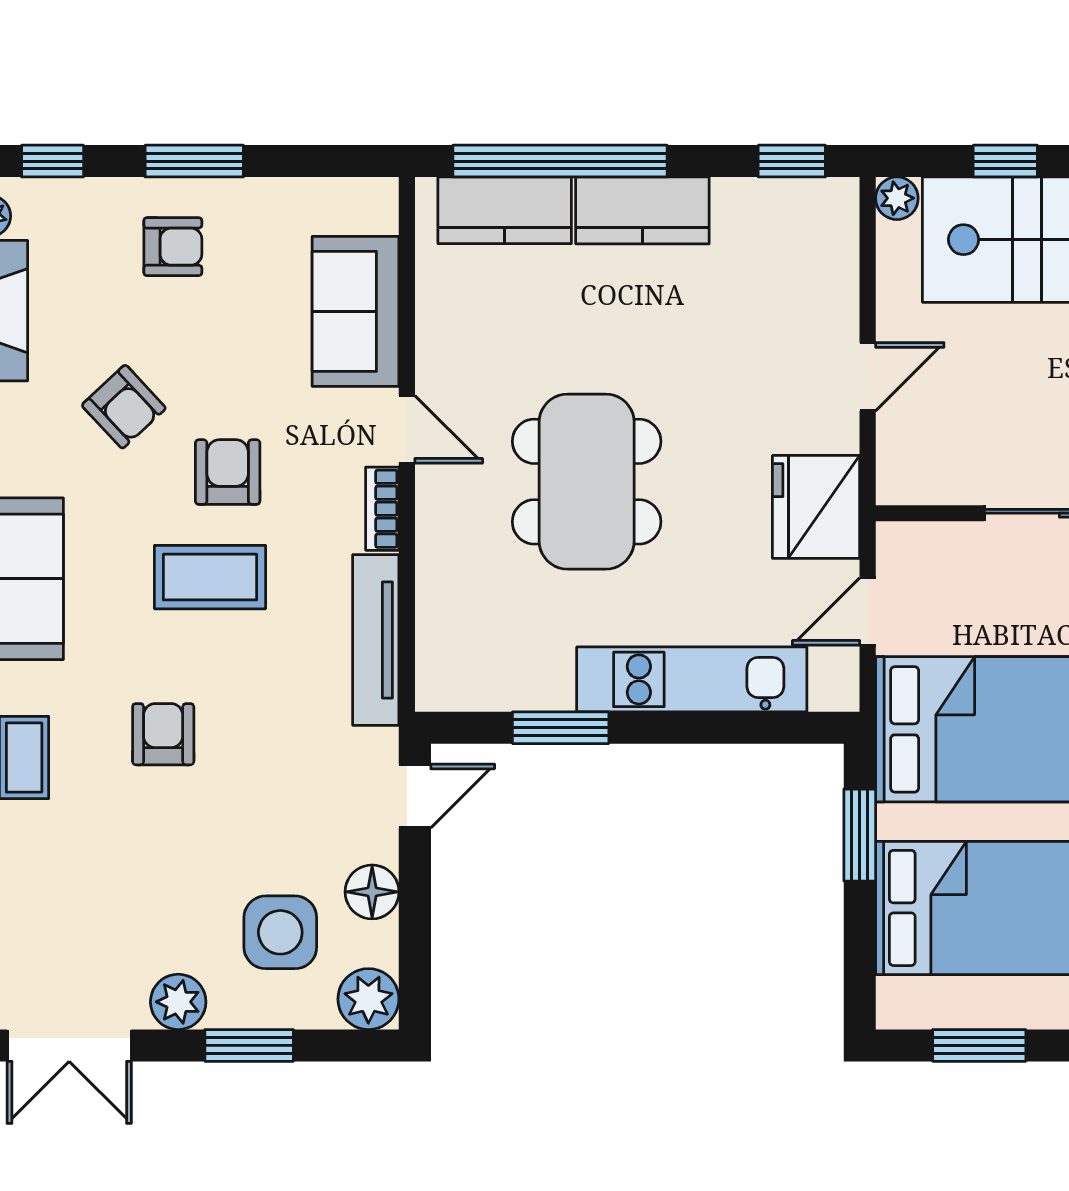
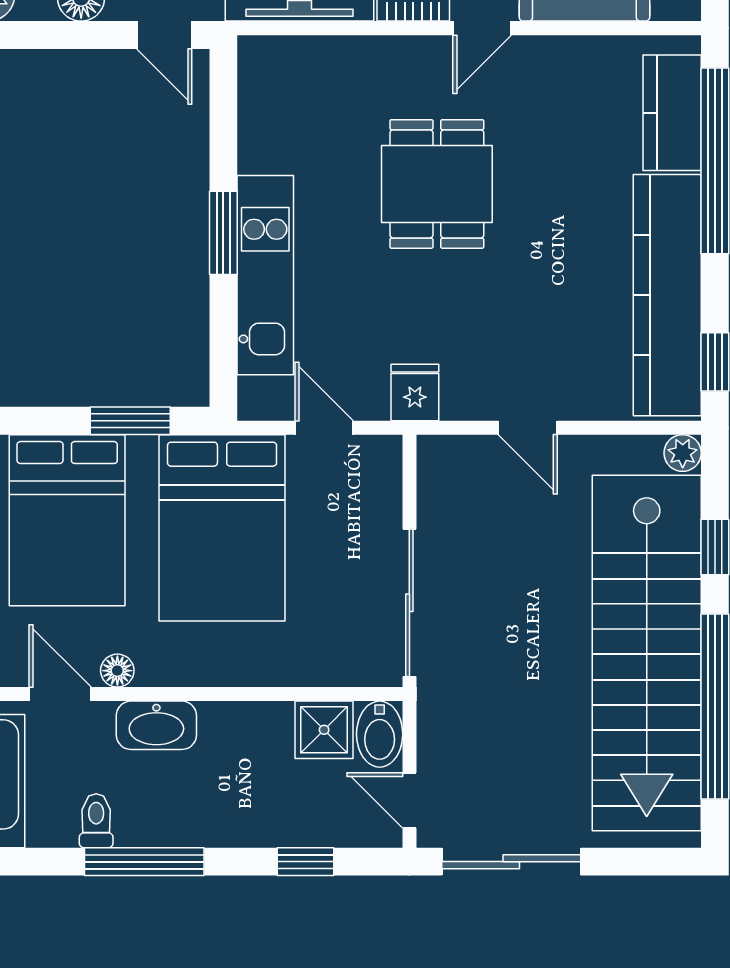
kitchen counter: (642, 210) -> (667, 295), width x2.08, depth x1.17
dining table: (587, 482) -> (437, 184), width x0.73
fridge: (816, 507) -> (415, 393), width x0.53, depth x0.75
window: (561, 728) -> (223, 233), moved

